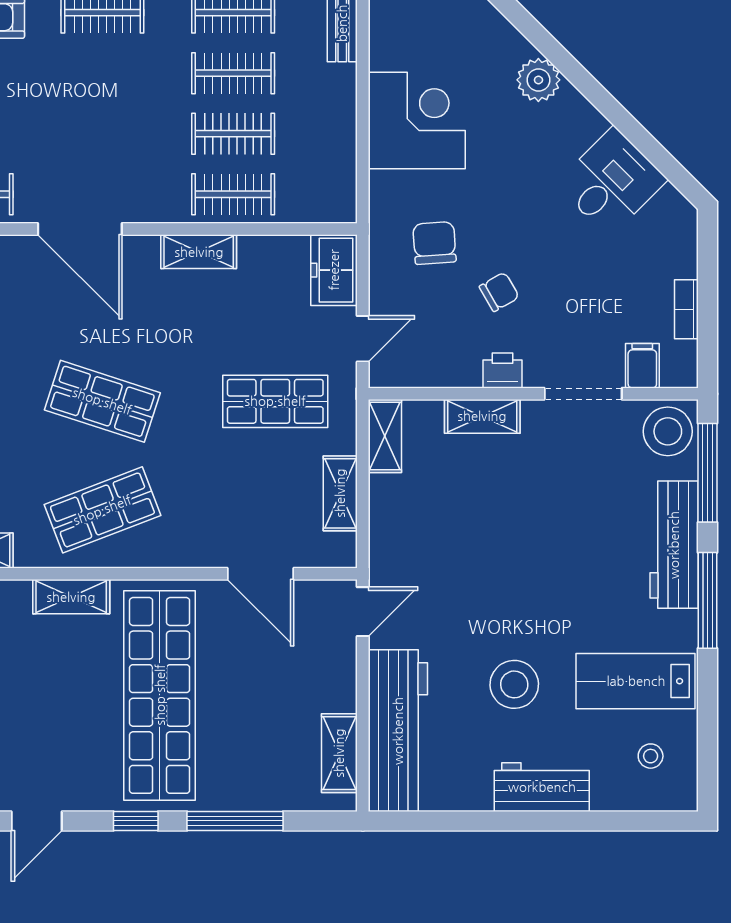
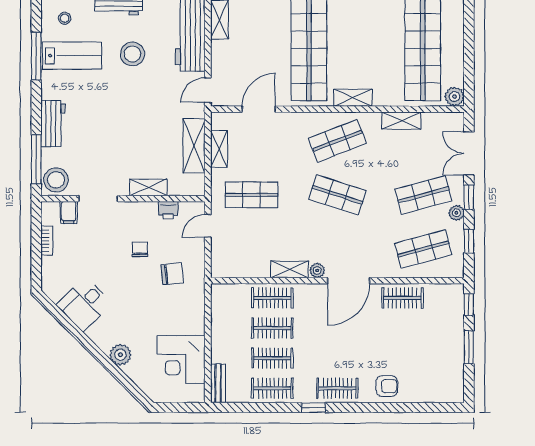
corner desk: (417, 121) -> (181, 360), moved
door: (80, 229) -> (349, 281), swing flipped
chair: (434, 243) -> (172, 274), turned -92
plant: (143, 250) -> (317, 270), added
freezer: (334, 270) -> (222, 260), removed
chair: (499, 292) -> (140, 249), turned 120
printer: (503, 371) -> (168, 210), moved
shelving: (385, 436) -> (194, 146), moved, width x1.50, depth x1.33
workbench: (674, 545) -> (53, 124), width x0.73
door: (260, 574) -> (259, 109), hinge flipped
window: (708, 600) -> (36, 56), moved

